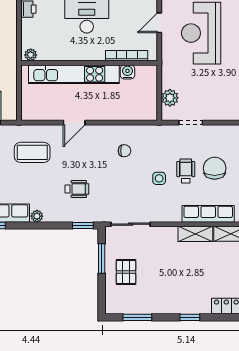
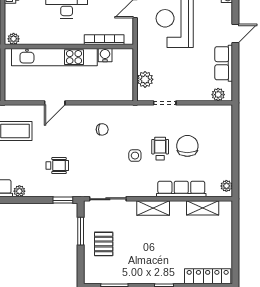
shelving: (195, 234) -> (153, 208), moved

